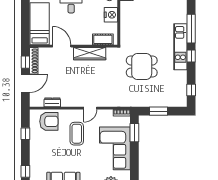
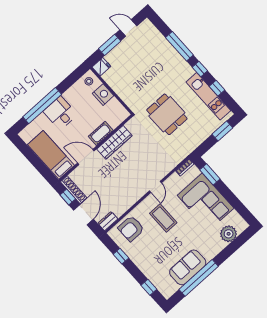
cot: (103, 39) -> (101, 133), moved
kitchen unit: (180, 47) -> (208, 96), moved
dining table: (142, 67) -> (167, 114), turned 90
window: (191, 90) -> (217, 88), moved
dresser: (52, 102) -> (108, 221), moved
window: (159, 111) -> (222, 131), moved
armchair: (49, 121) -> (131, 229), turned 180

